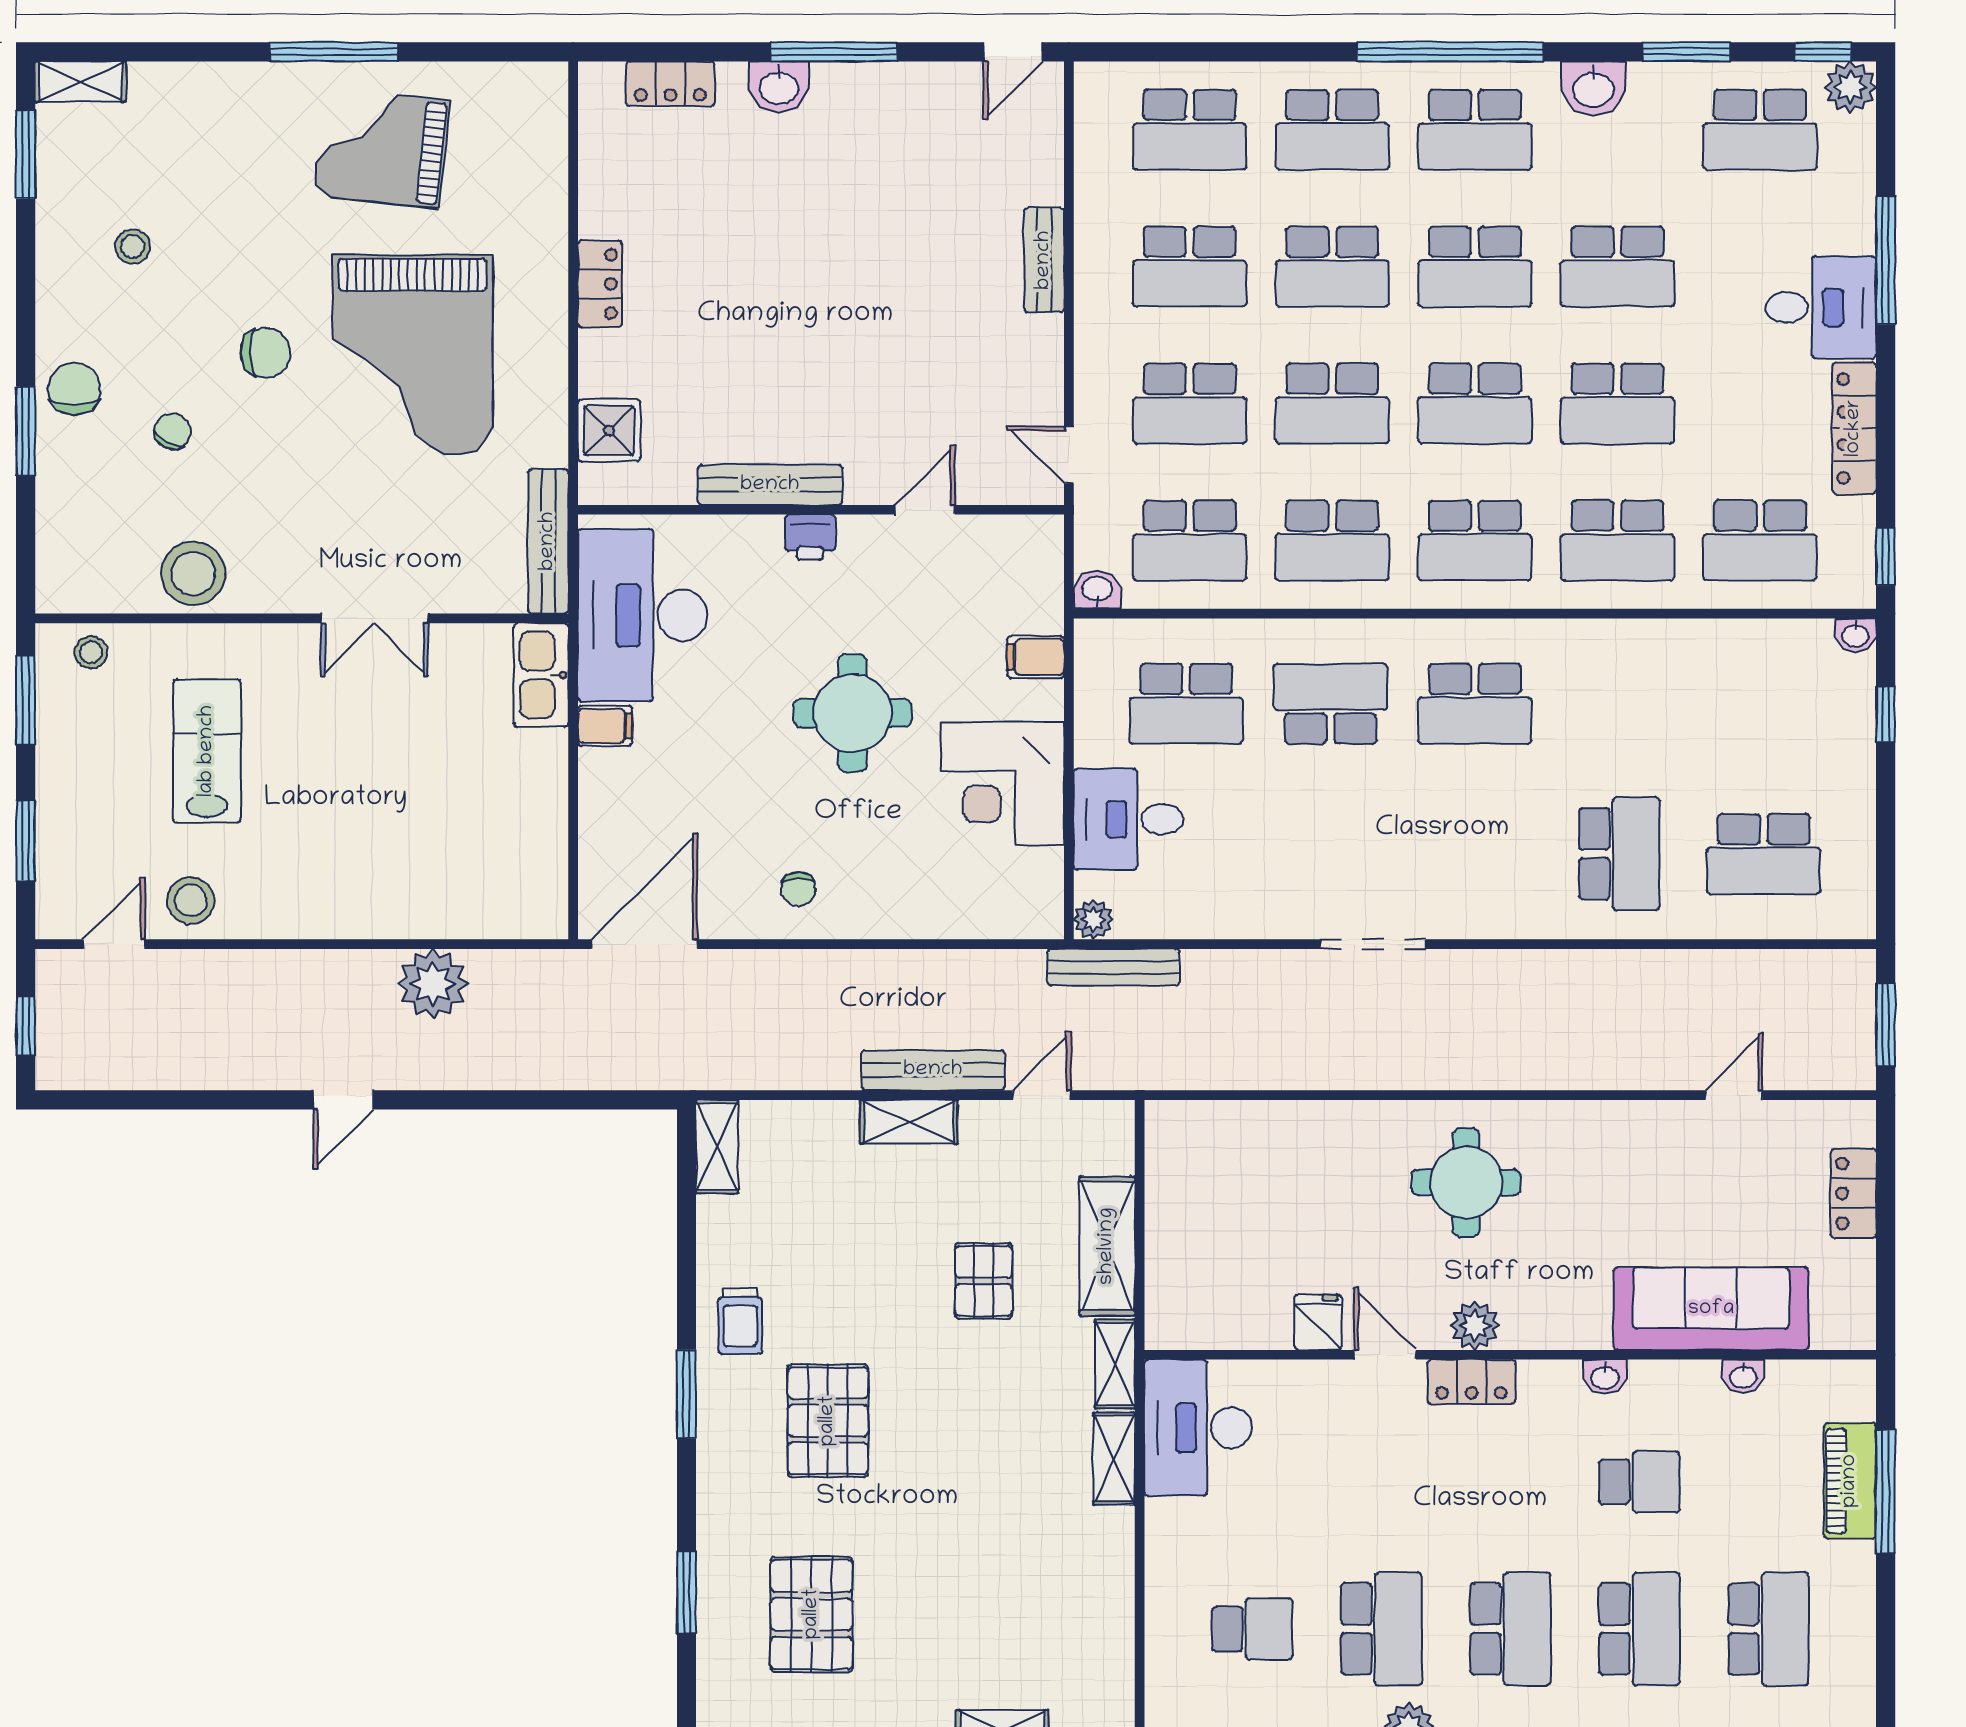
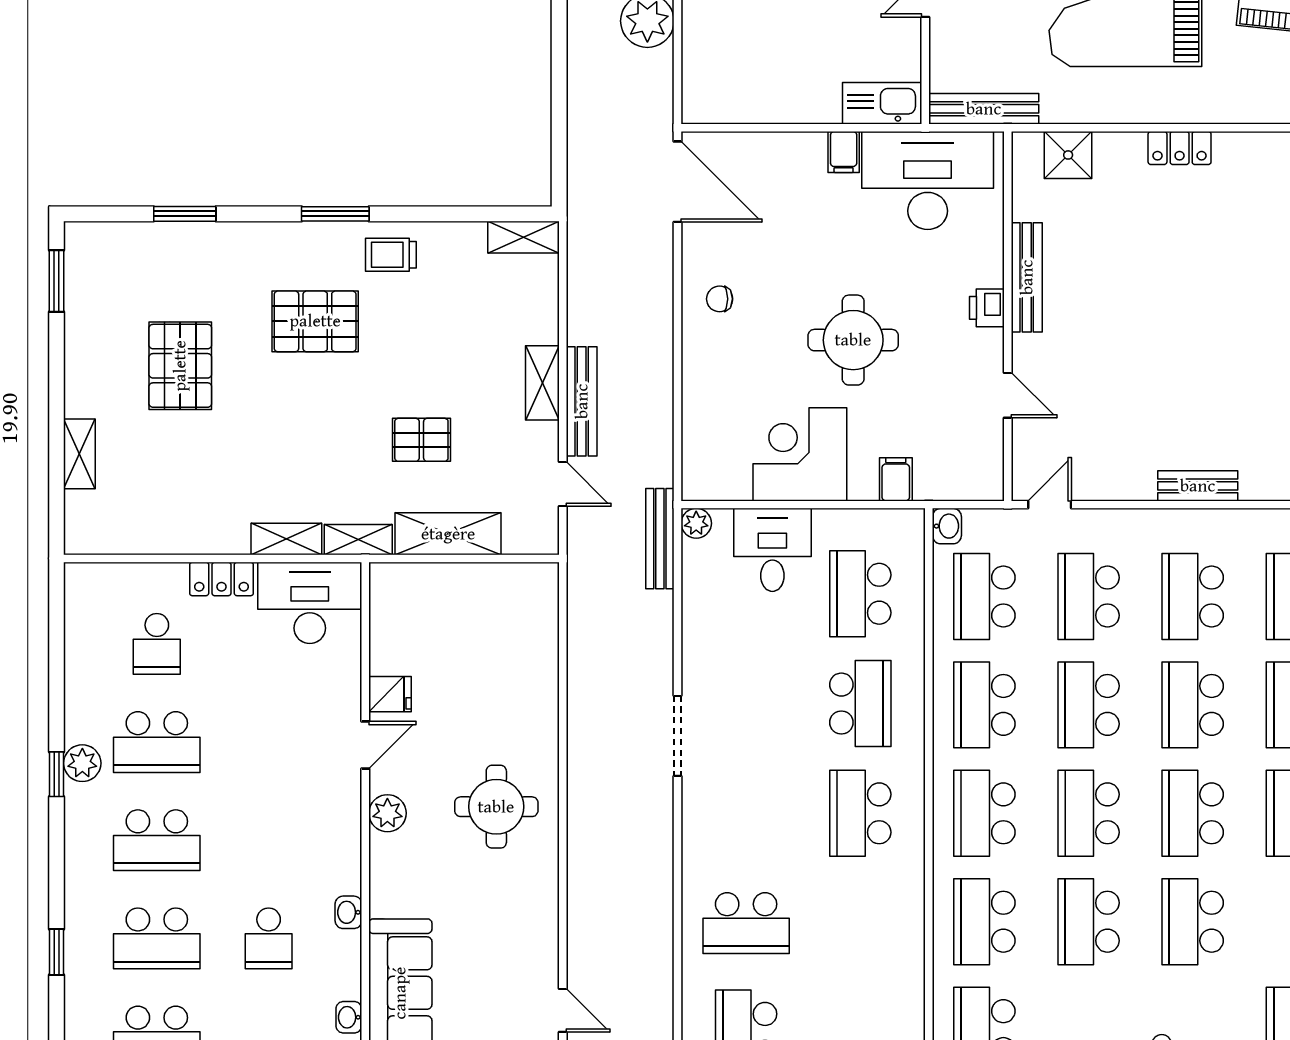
locker: (1471, 1382) -> (221, 579), moved, turned -90
pallet: (812, 1614) -> (180, 366), moved, turned 90

